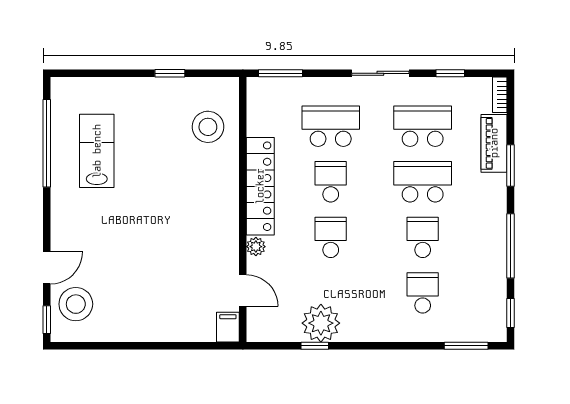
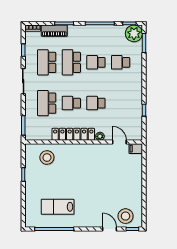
door: (243, 290) -> (119, 142), hinge flipped
plant: (321, 323) -> (134, 33), moved

